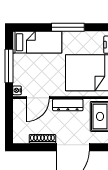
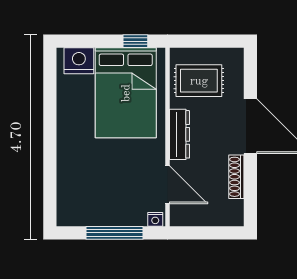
window: (68, 27) -> (50, 134), removed
bed: (37, 42) -> (75, 185), removed

